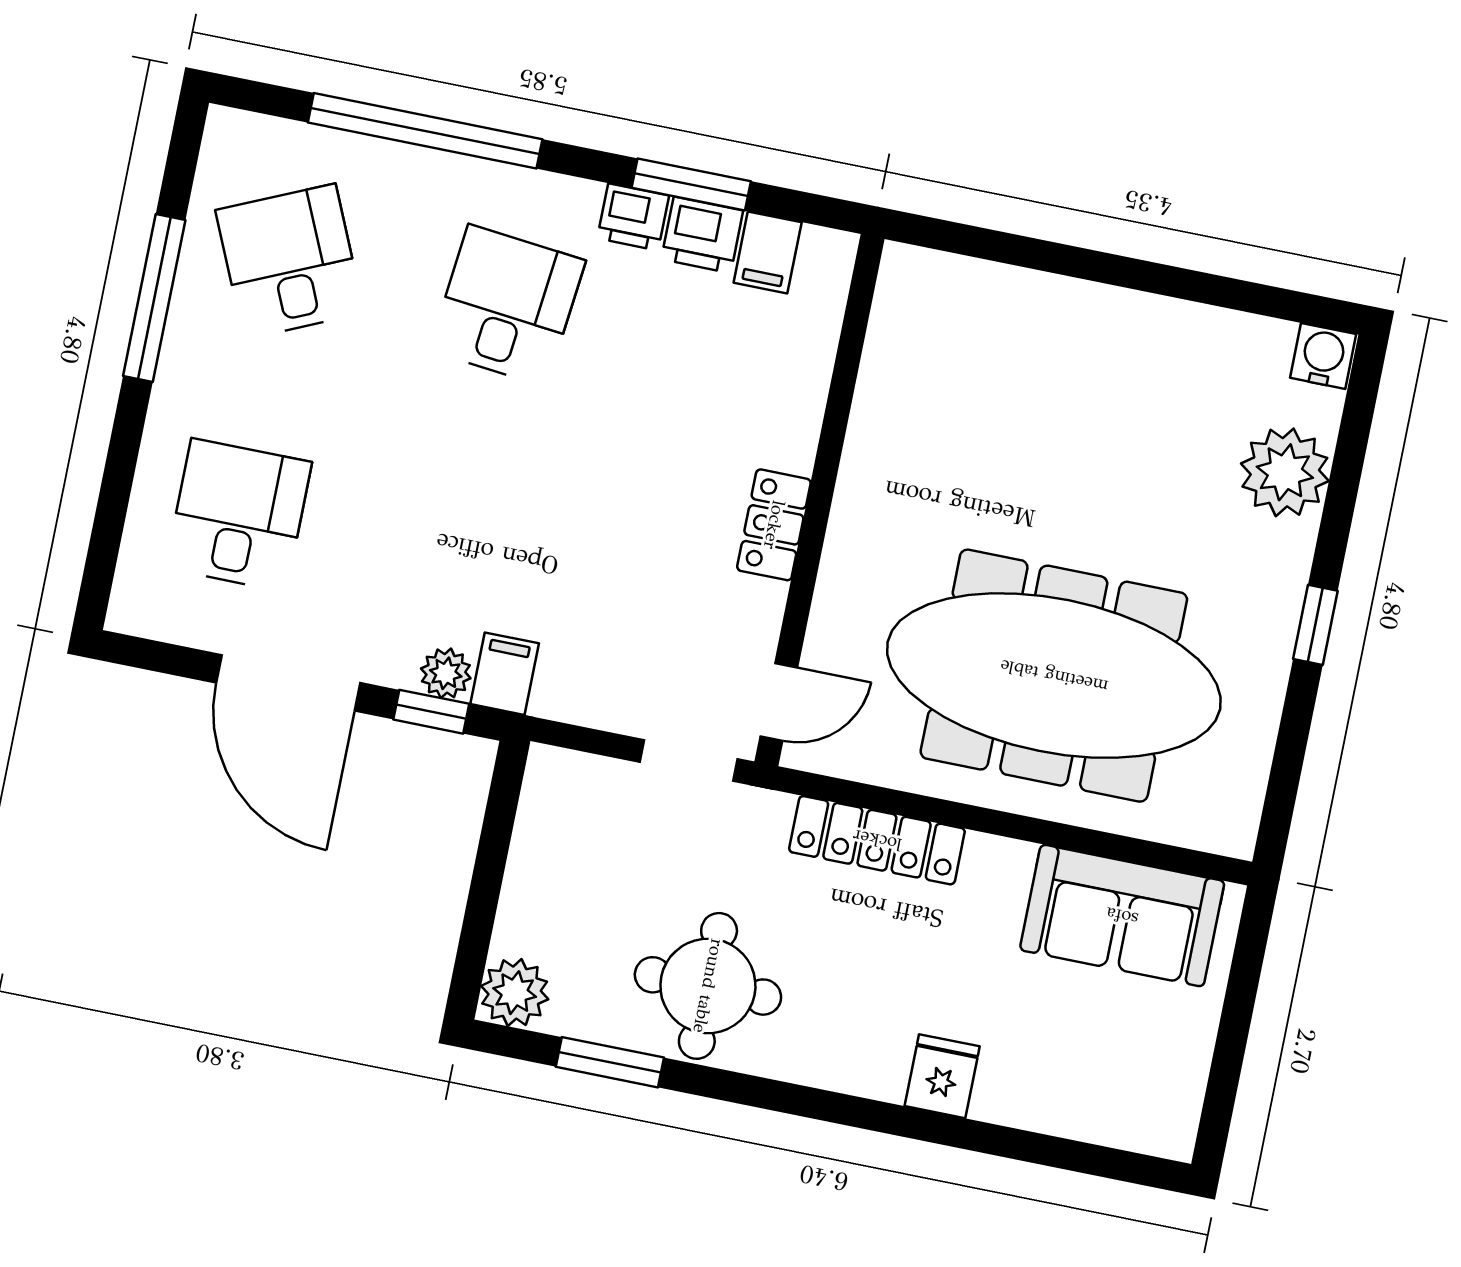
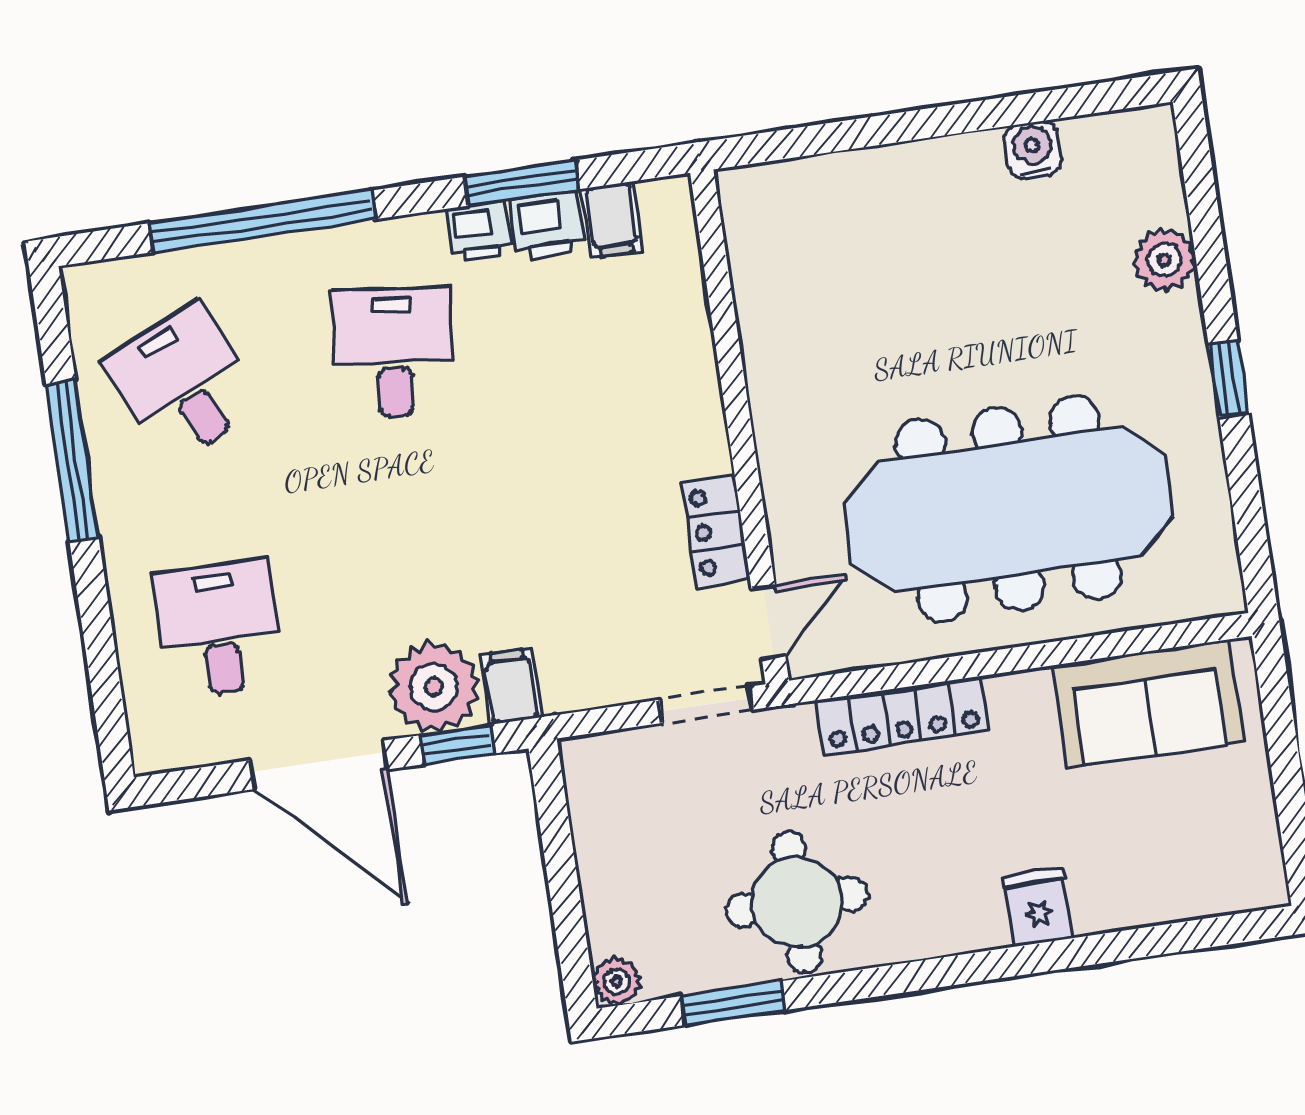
water cooler: (1323, 356) -> (1033, 150), moved
plant: (1285, 472) -> (1164, 260), width x0.73, depth x0.73
locker: (774, 525) -> (716, 531), moved
plant: (446, 673) -> (434, 687), width x1.88, depth x1.88
plant: (515, 993) -> (617, 981), width x0.73, depth x0.73

